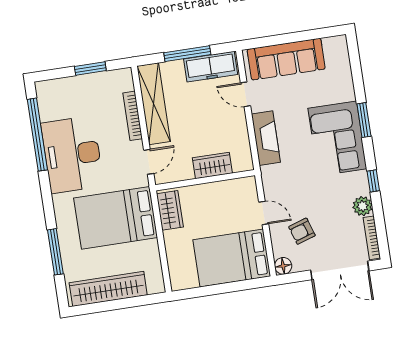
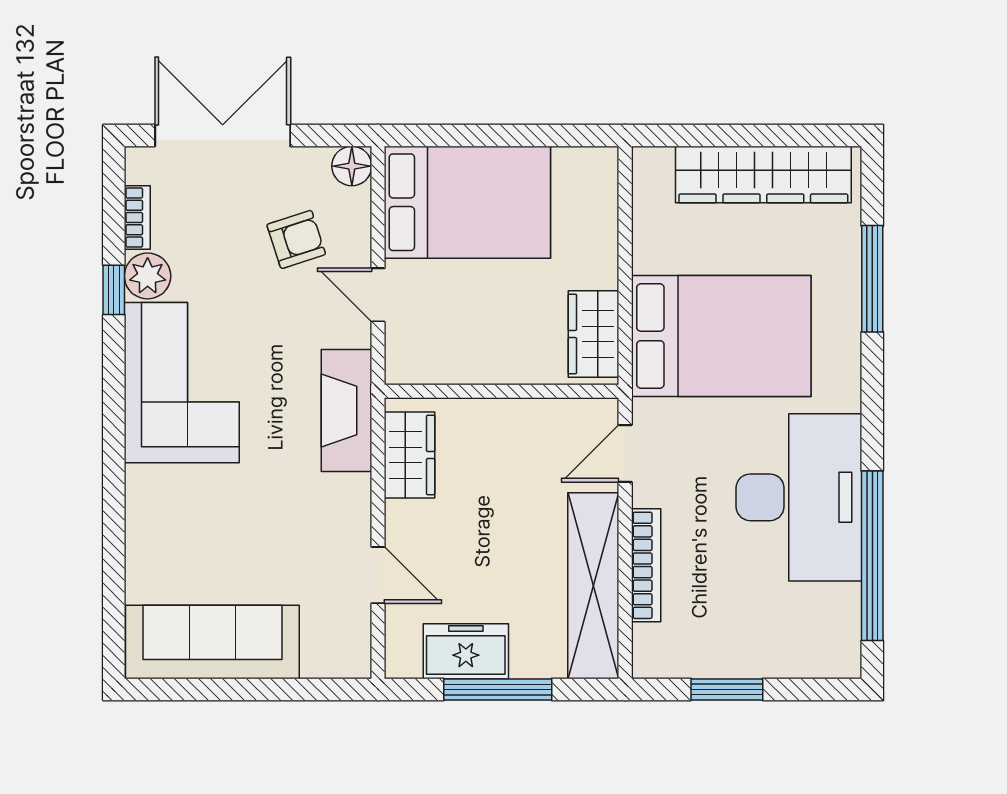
sofa: (286, 59) -> (212, 642), moved
freezer: (211, 67) -> (466, 651), width x0.71
window: (364, 120) -> (114, 474), removed
fireplace: (266, 138) -> (346, 410), moved
corner sofa: (337, 139) -> (182, 383), moved
wardrobe: (212, 165) -> (409, 455), moved, turned -90
window: (373, 181) -> (114, 290), moved
bookcase: (372, 238) -> (137, 218), width x0.64

